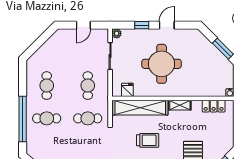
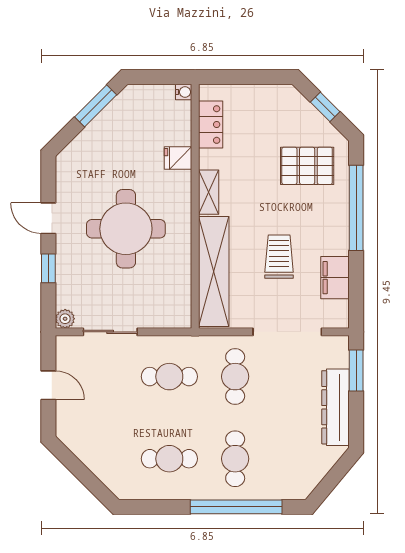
fridge: (127, 90) -> (178, 158), moved

